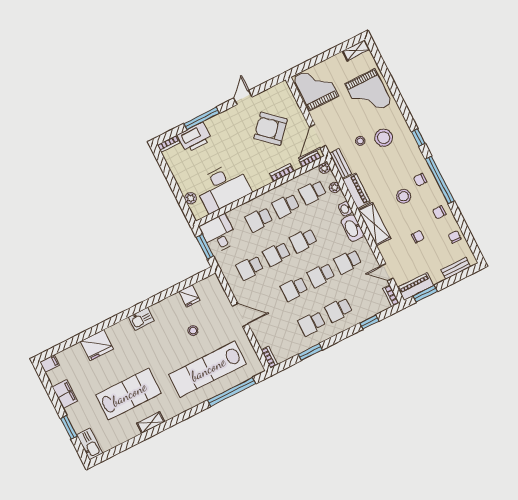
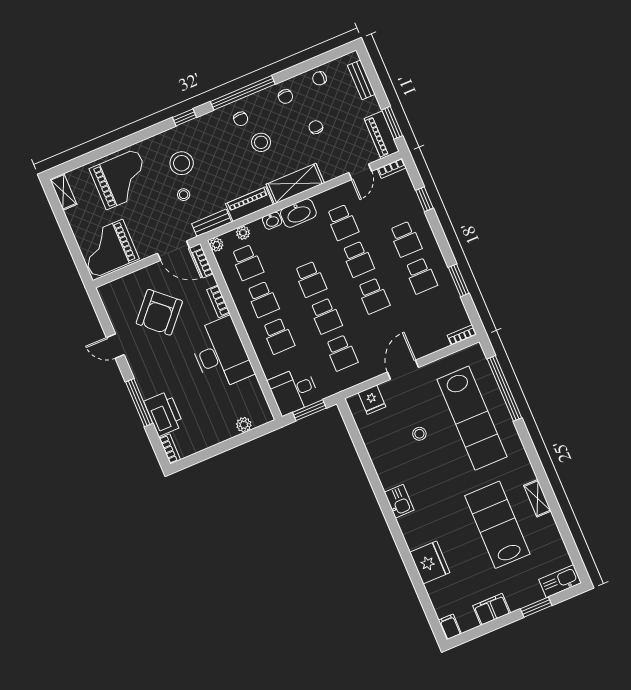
desk: (223, 187) -> (221, 354), moved
fridge: (189, 296) -> (372, 400), moved, turned 90

